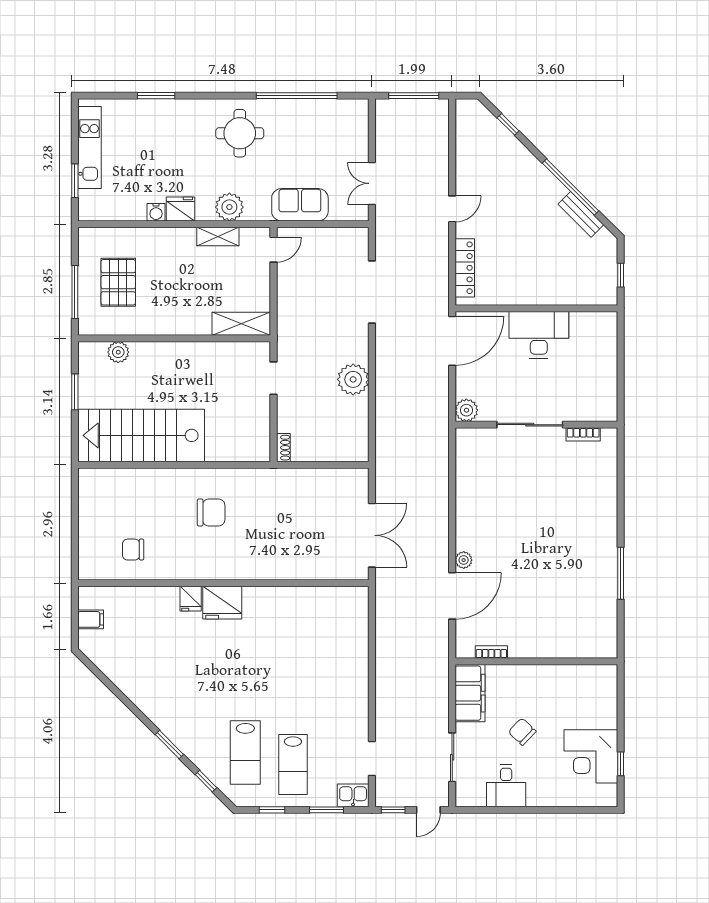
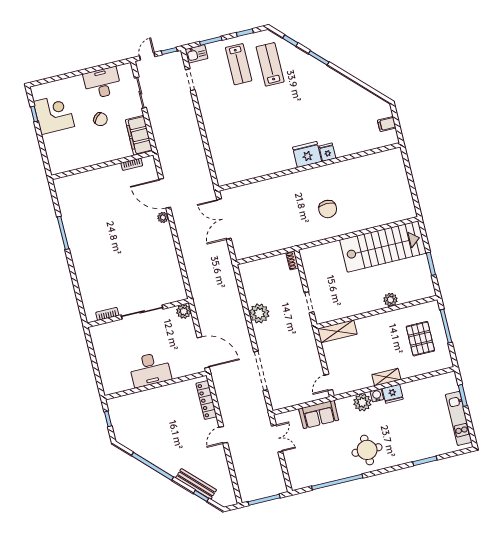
water cooler: (156, 212) -> (377, 395), moved
bench: (581, 214) -> (196, 484), moved, width x1.36
shelving: (218, 237) -> (386, 377), moved
door: (452, 341) -> (203, 352), swing flipped
plant: (118, 352) -> (390, 300), moved
chair: (211, 512) -> (328, 209), turned -90
chair: (133, 550) -> (371, 174), removed
door: (452, 596) -> (165, 193), hinge flipped
lab bench: (293, 764) -> (239, 64), turned 180
desk: (506, 786) -> (102, 83), width x1.37

